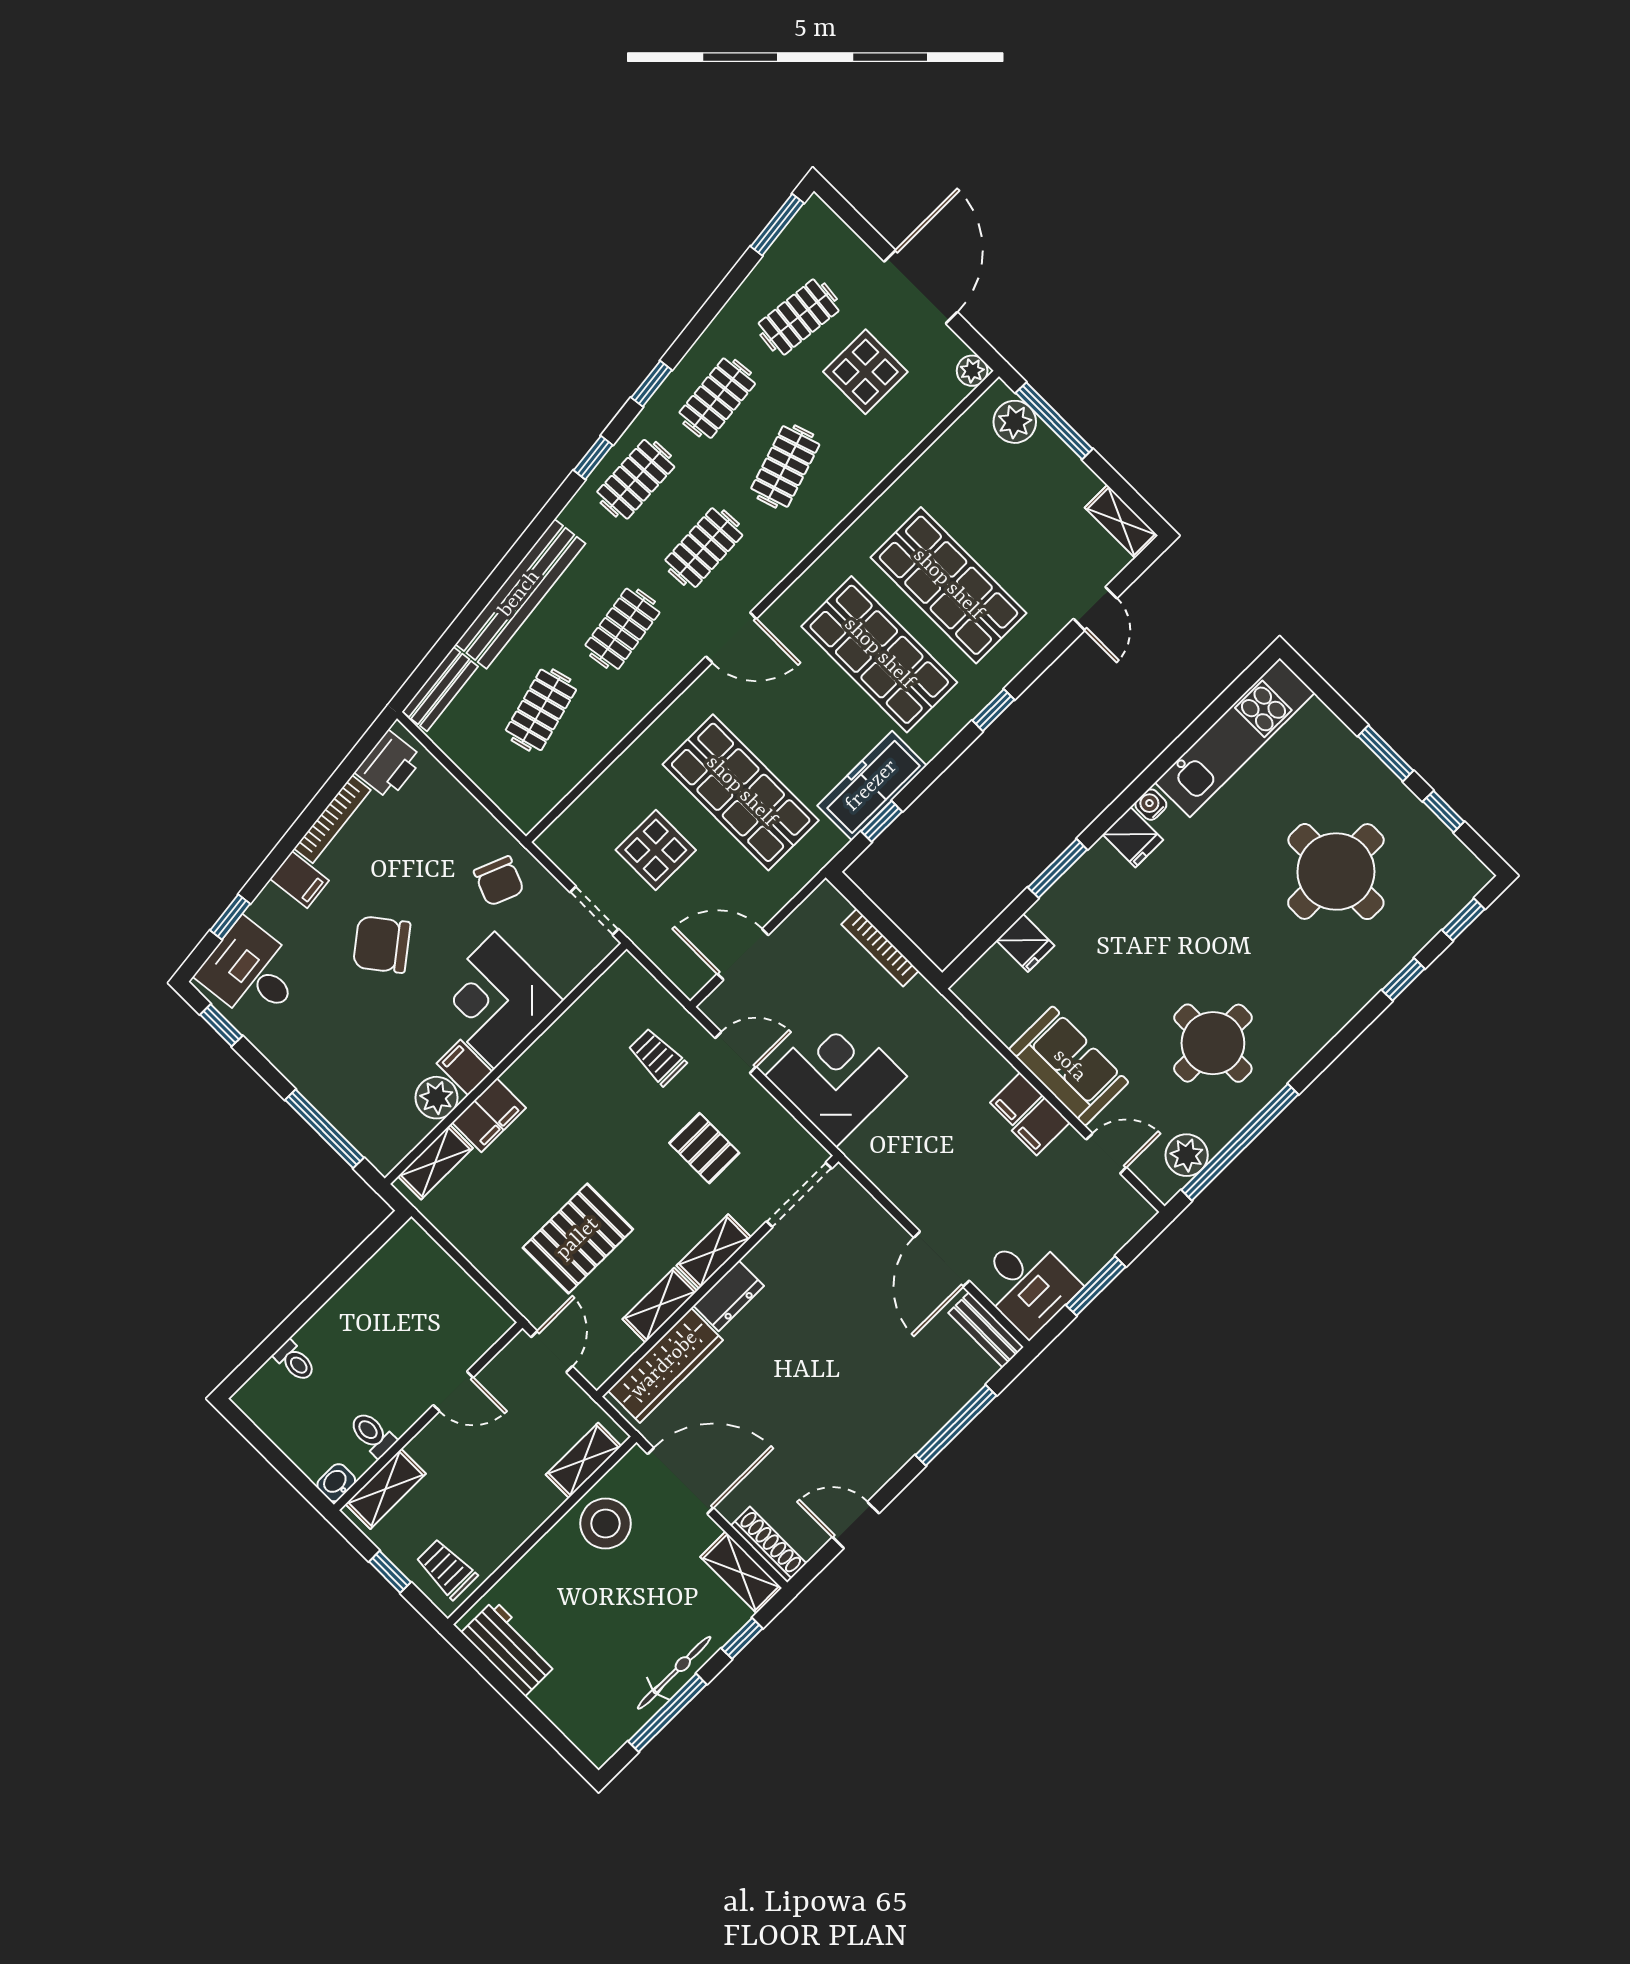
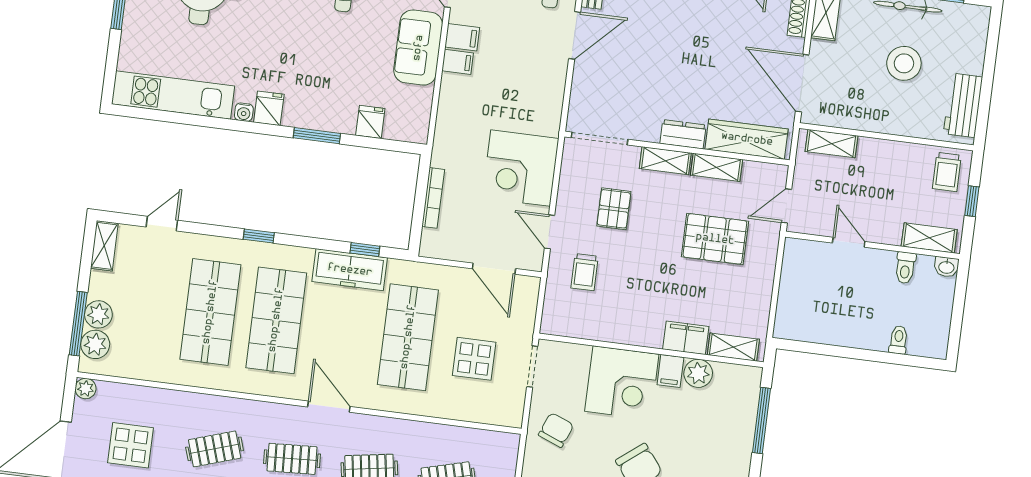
plant: (1047, 453) -> (98, 314), added
stool: (605, 1523) -> (904, 63), moved

